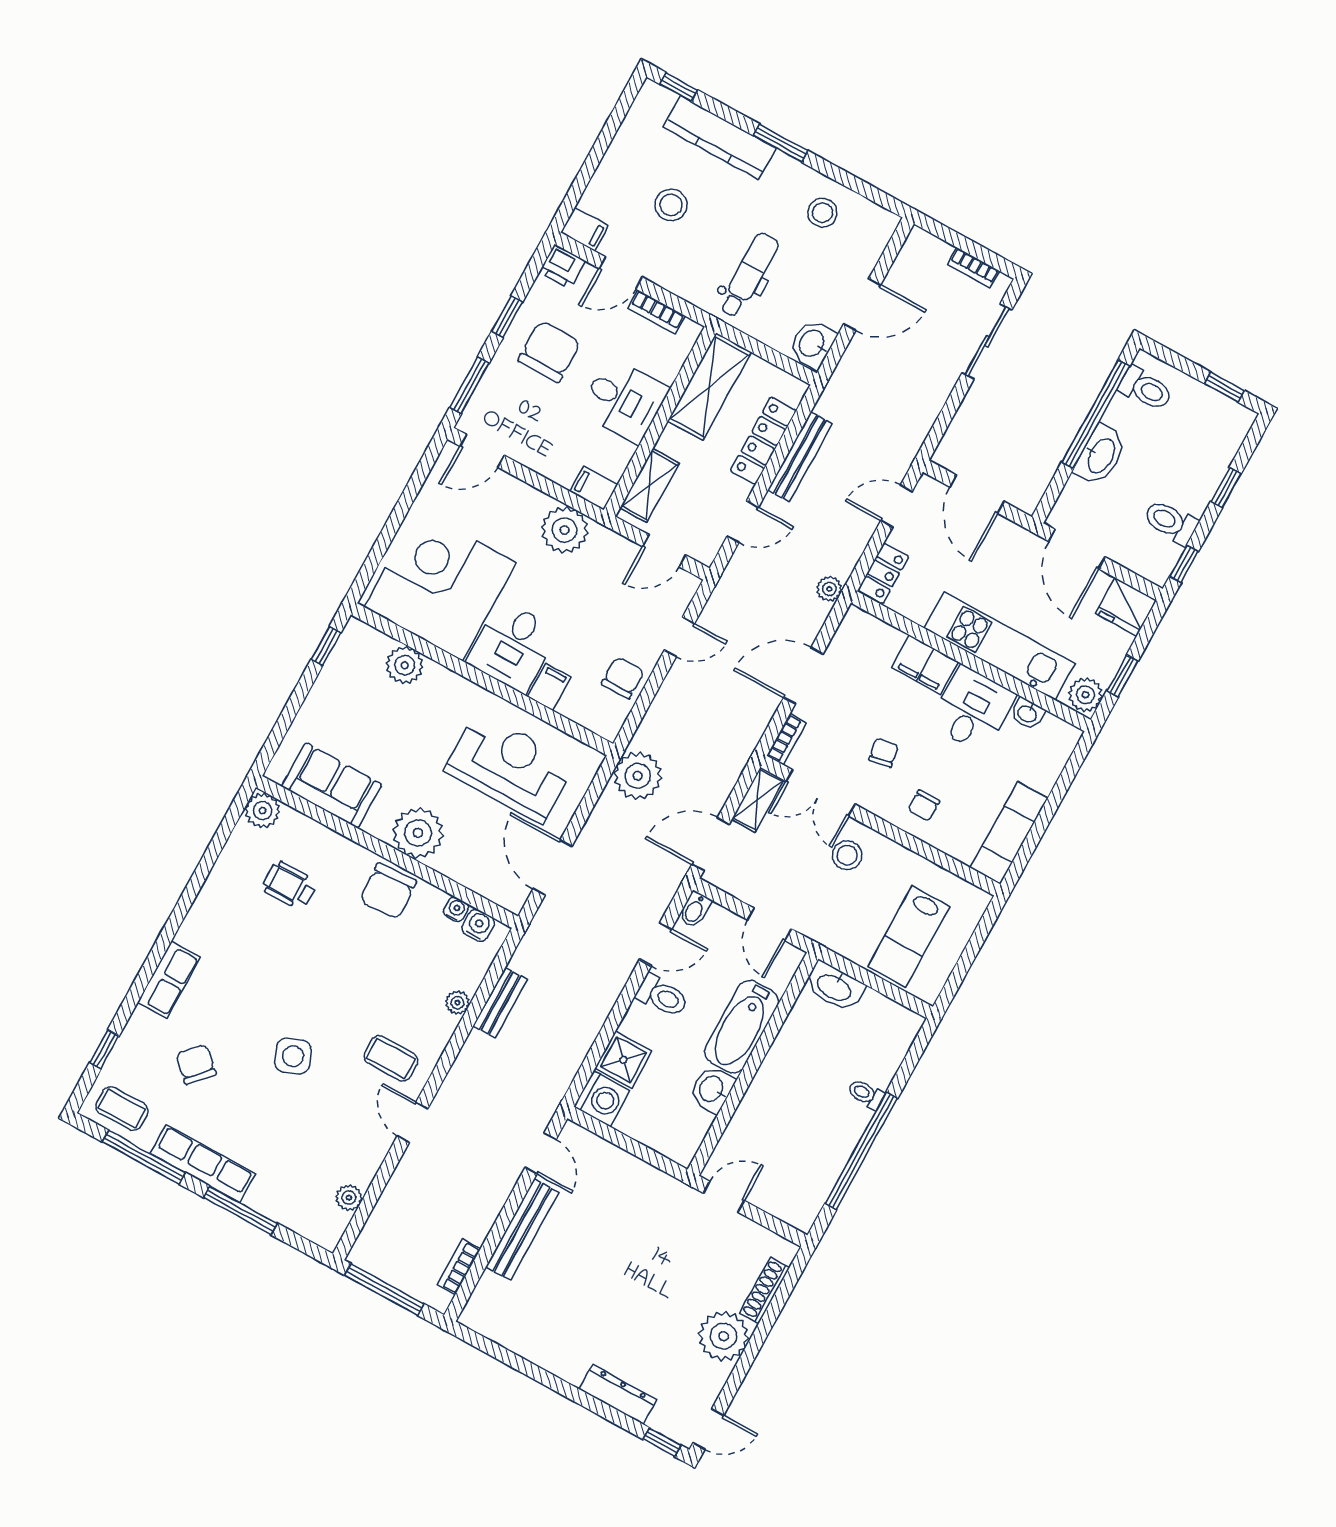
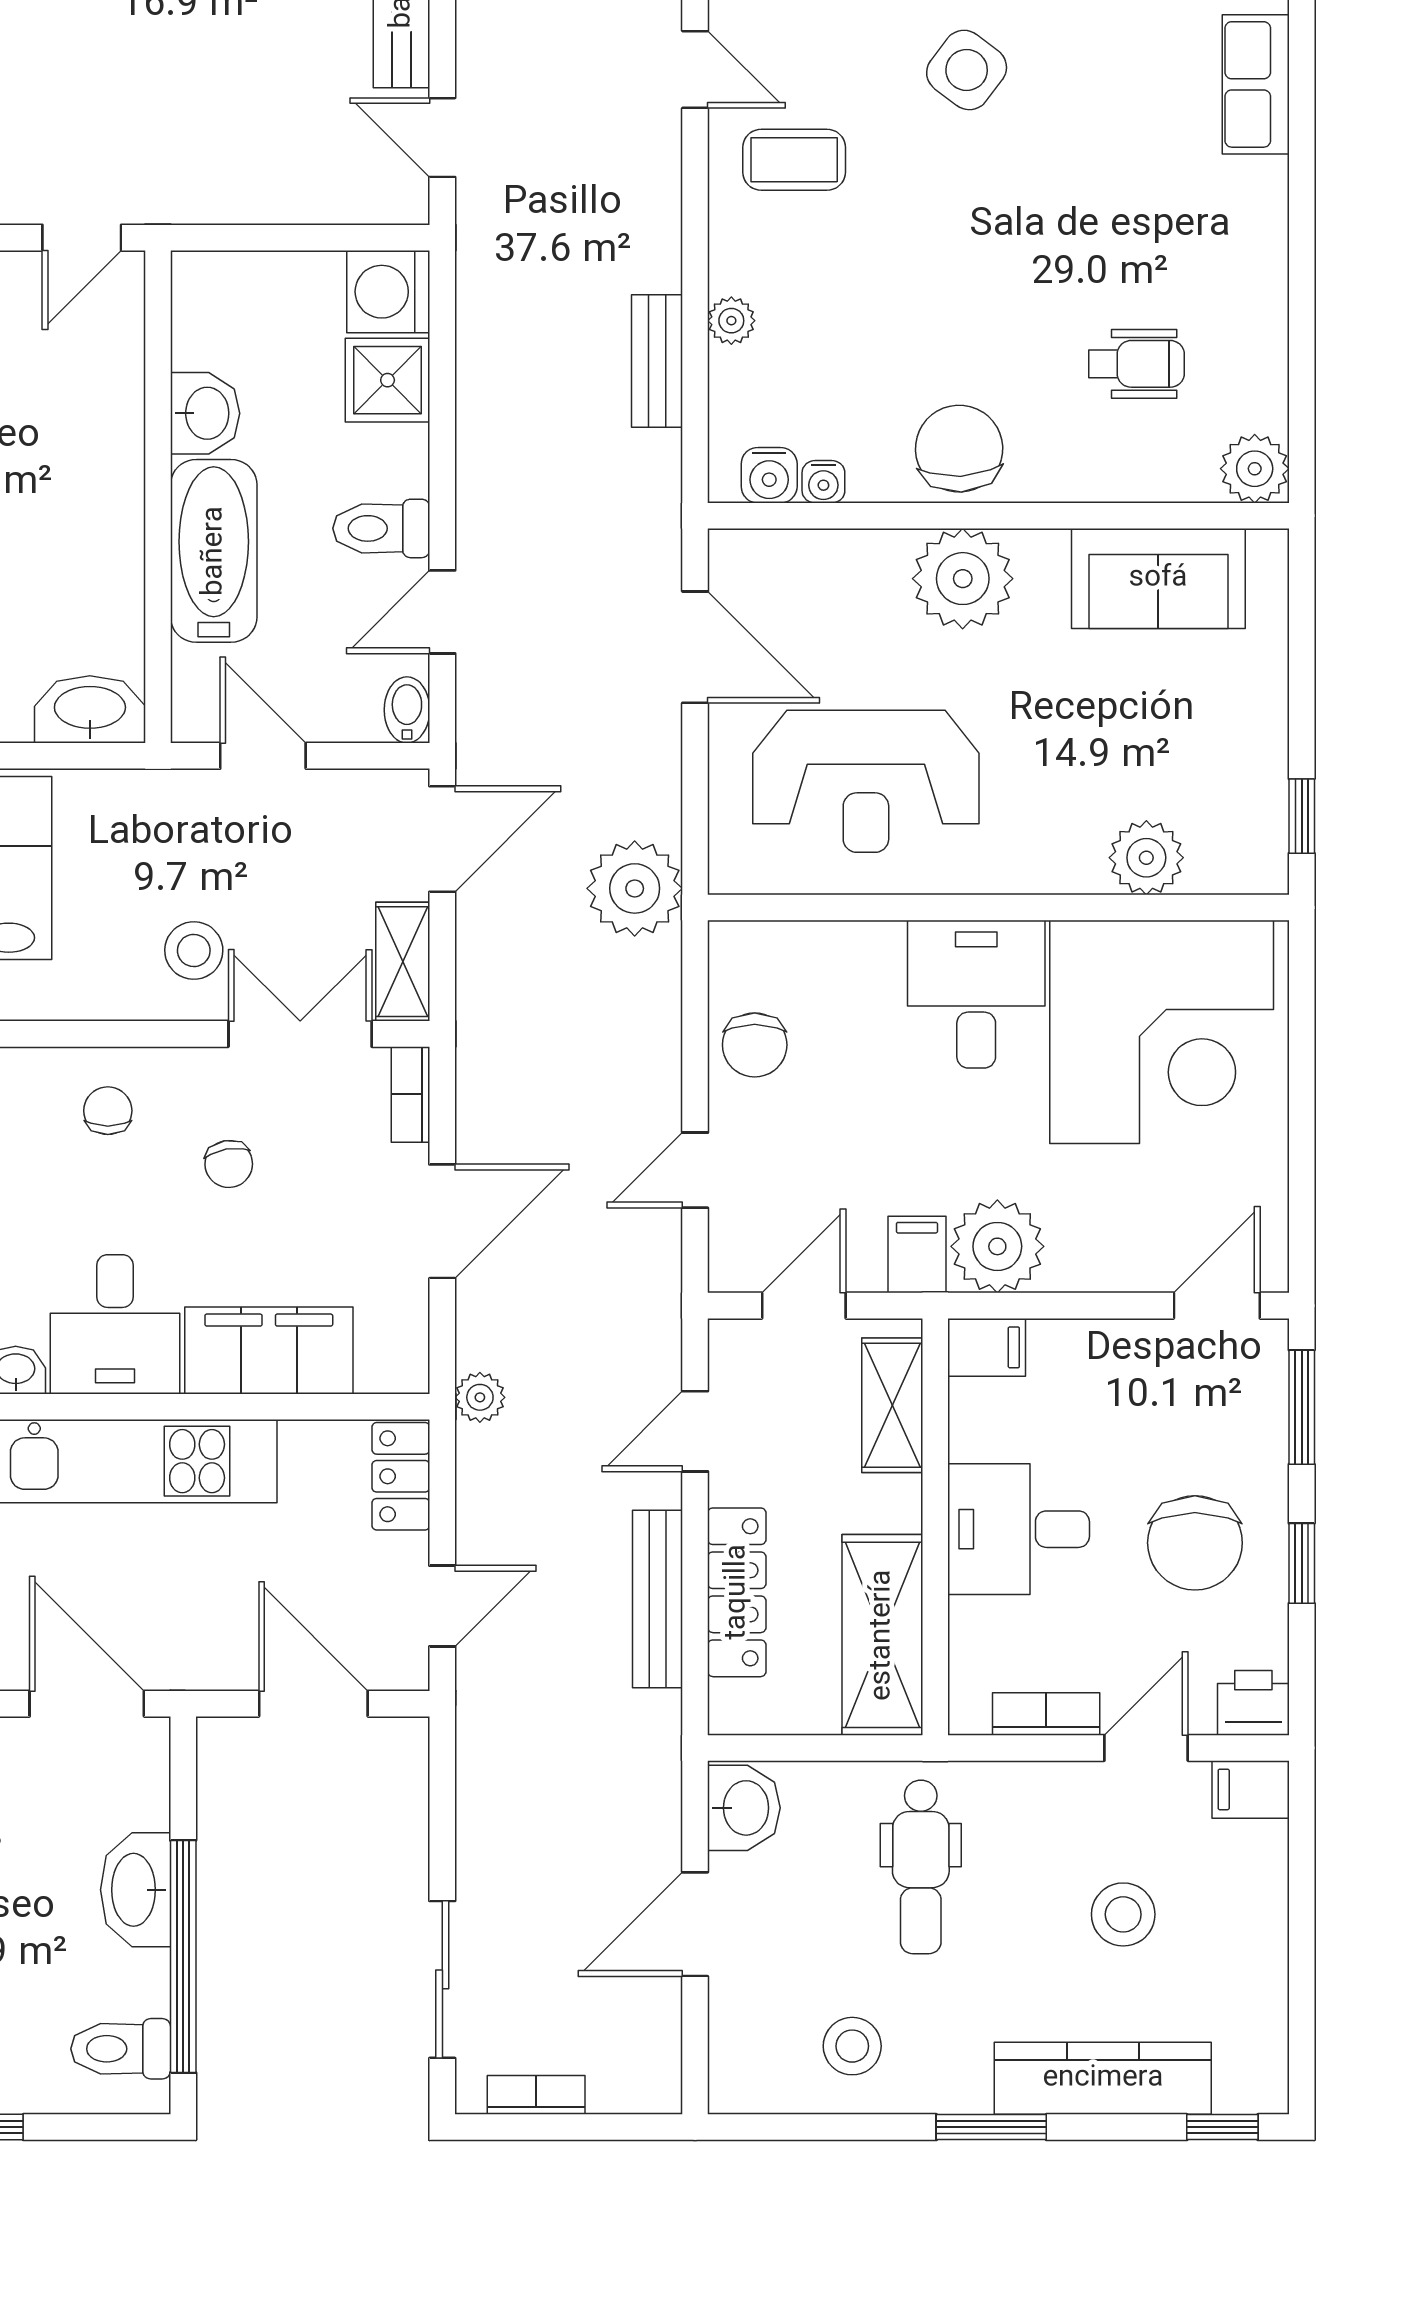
filing cabinet: (925, 665) -> (269, 1351), width x1.50, depth x1.17
filing cabinet: (549, 687) -> (917, 1255), moved, turned 180
side table: (293, 1056) -> (967, 70), turned -31

